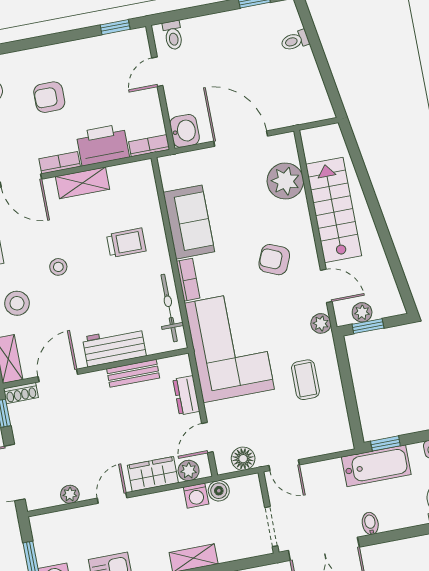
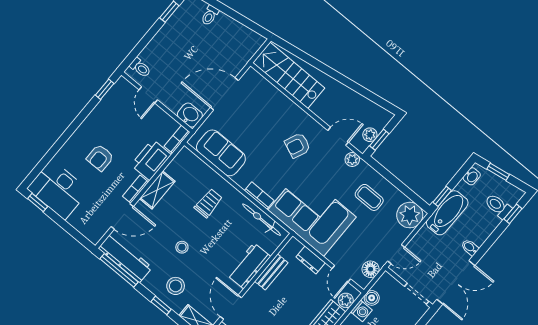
plant: (285, 181) -> (410, 215), moved
stairs: (334, 210) -> (289, 75), moved
sofa: (189, 222) -> (221, 153), moved

